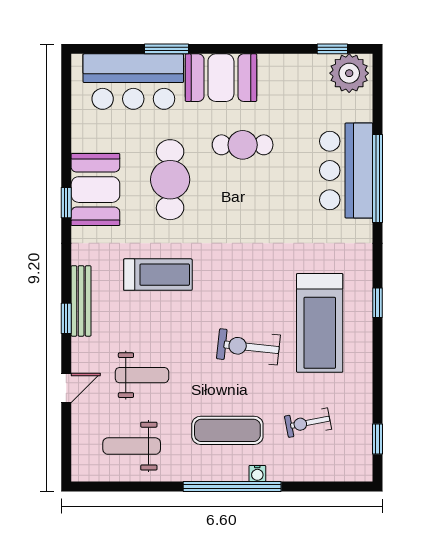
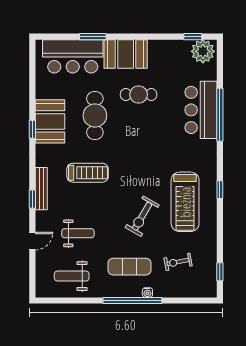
exercise bike: (248, 347) -> (142, 216), turned -66

